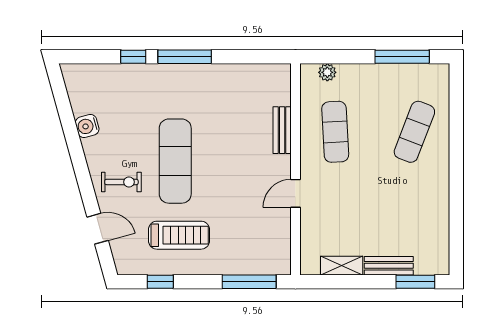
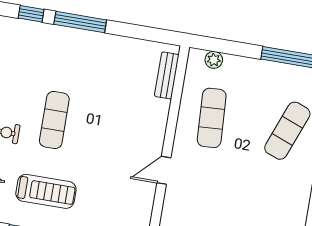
bench: (282, 130) -> (167, 75), moved
exercise mat: (175, 161) -> (54, 120), width x0.73, depth x0.69

